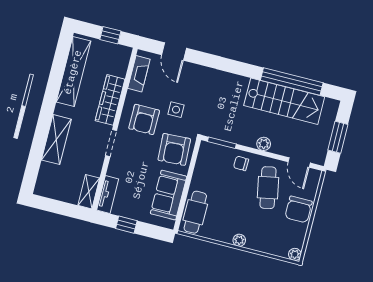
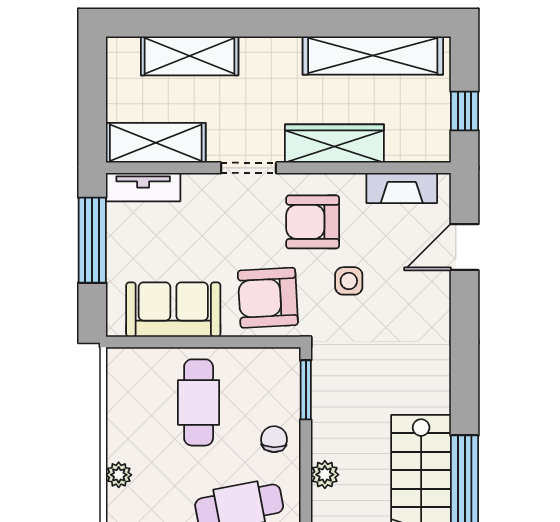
shelving: (56, 140) -> (190, 56), moved
shelving: (89, 192) -> (156, 143), width x1.50, depth x1.33
cafe table: (195, 212) -> (199, 402), moved, turned 90
window: (126, 225) -> (92, 240), width x2.17

